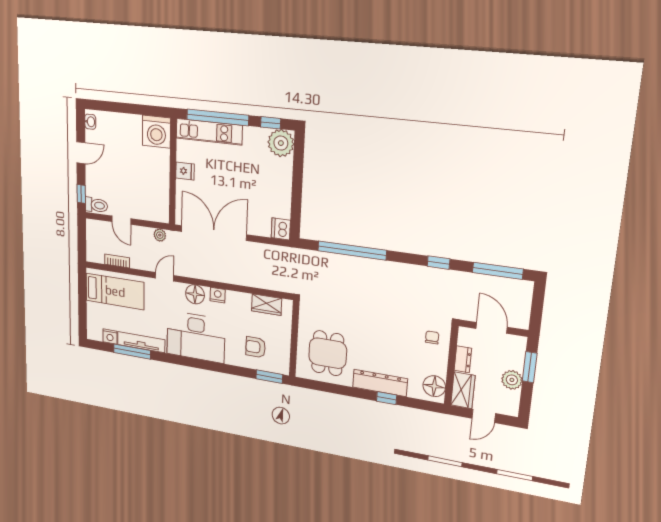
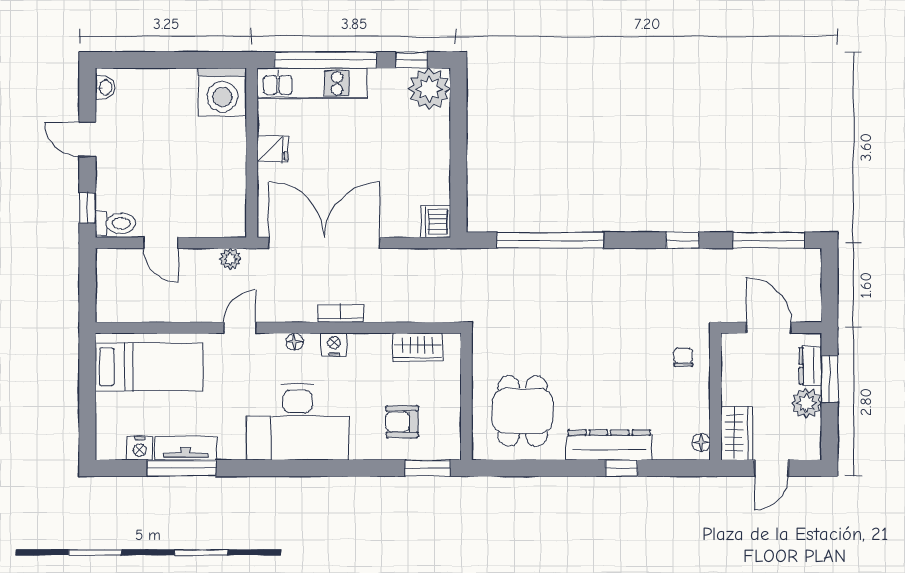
door: (81, 153) -> (87, 140), swing flipped
bookcase: (117, 261) -> (341, 313), moved
floor lamp: (195, 294) -> (294, 342), width x0.53, depth x0.53
tv unit: (141, 342) -> (186, 448), width x0.71
dresser: (463, 359) -> (810, 366), moved, turned 180
floor lamp: (434, 386) -> (701, 442), width x0.53, depth x0.53

